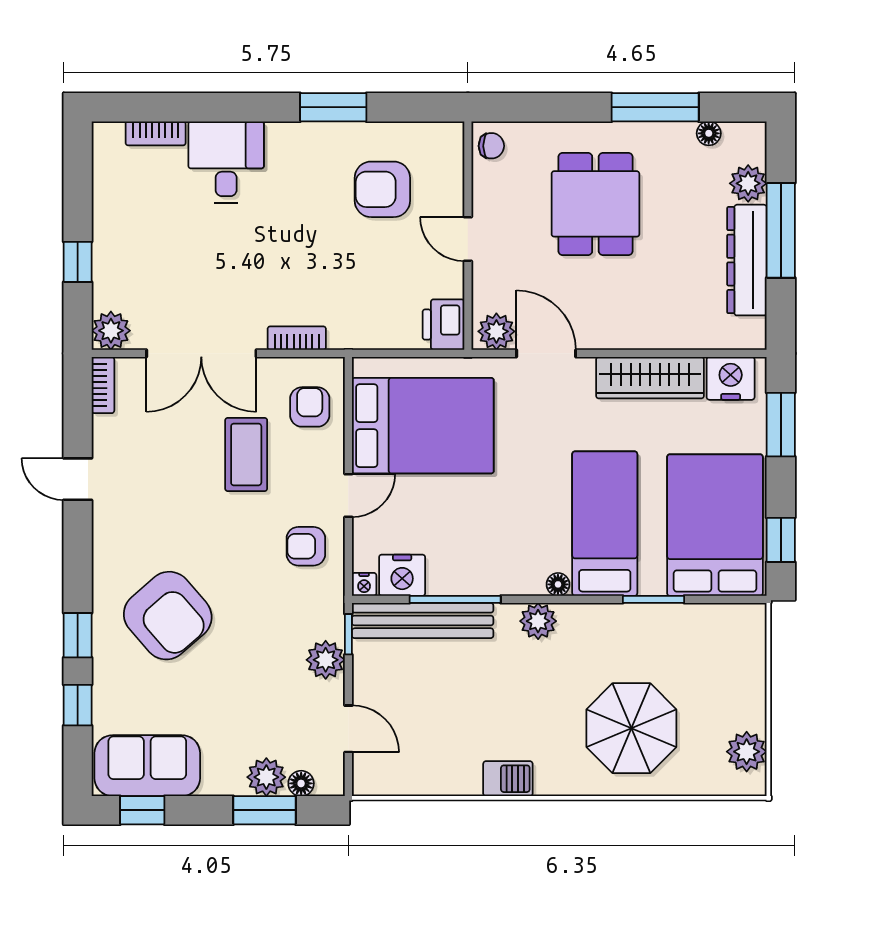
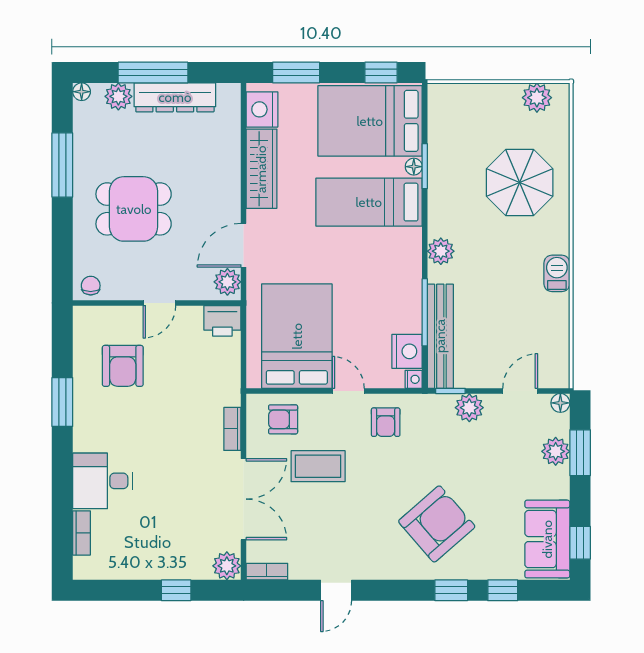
floor lamp: (709, 133) -> (82, 92), moved
floor lamp: (558, 584) -> (414, 167), moved
floor lamp: (301, 783) -> (560, 403), moved

